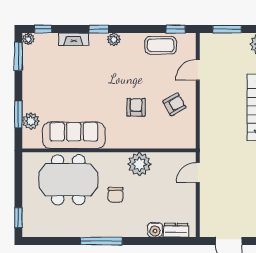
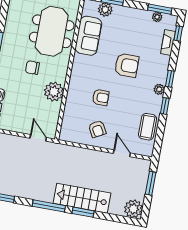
window: (176, 29) -> (165, 106), moved
plant: (28, 39) -> (157, 17), moved
fireplace: (74, 39) -> (168, 42), moved
armchair: (92, 83) -> (127, 65), added
sofa: (74, 135) -> (88, 36), width x0.73

